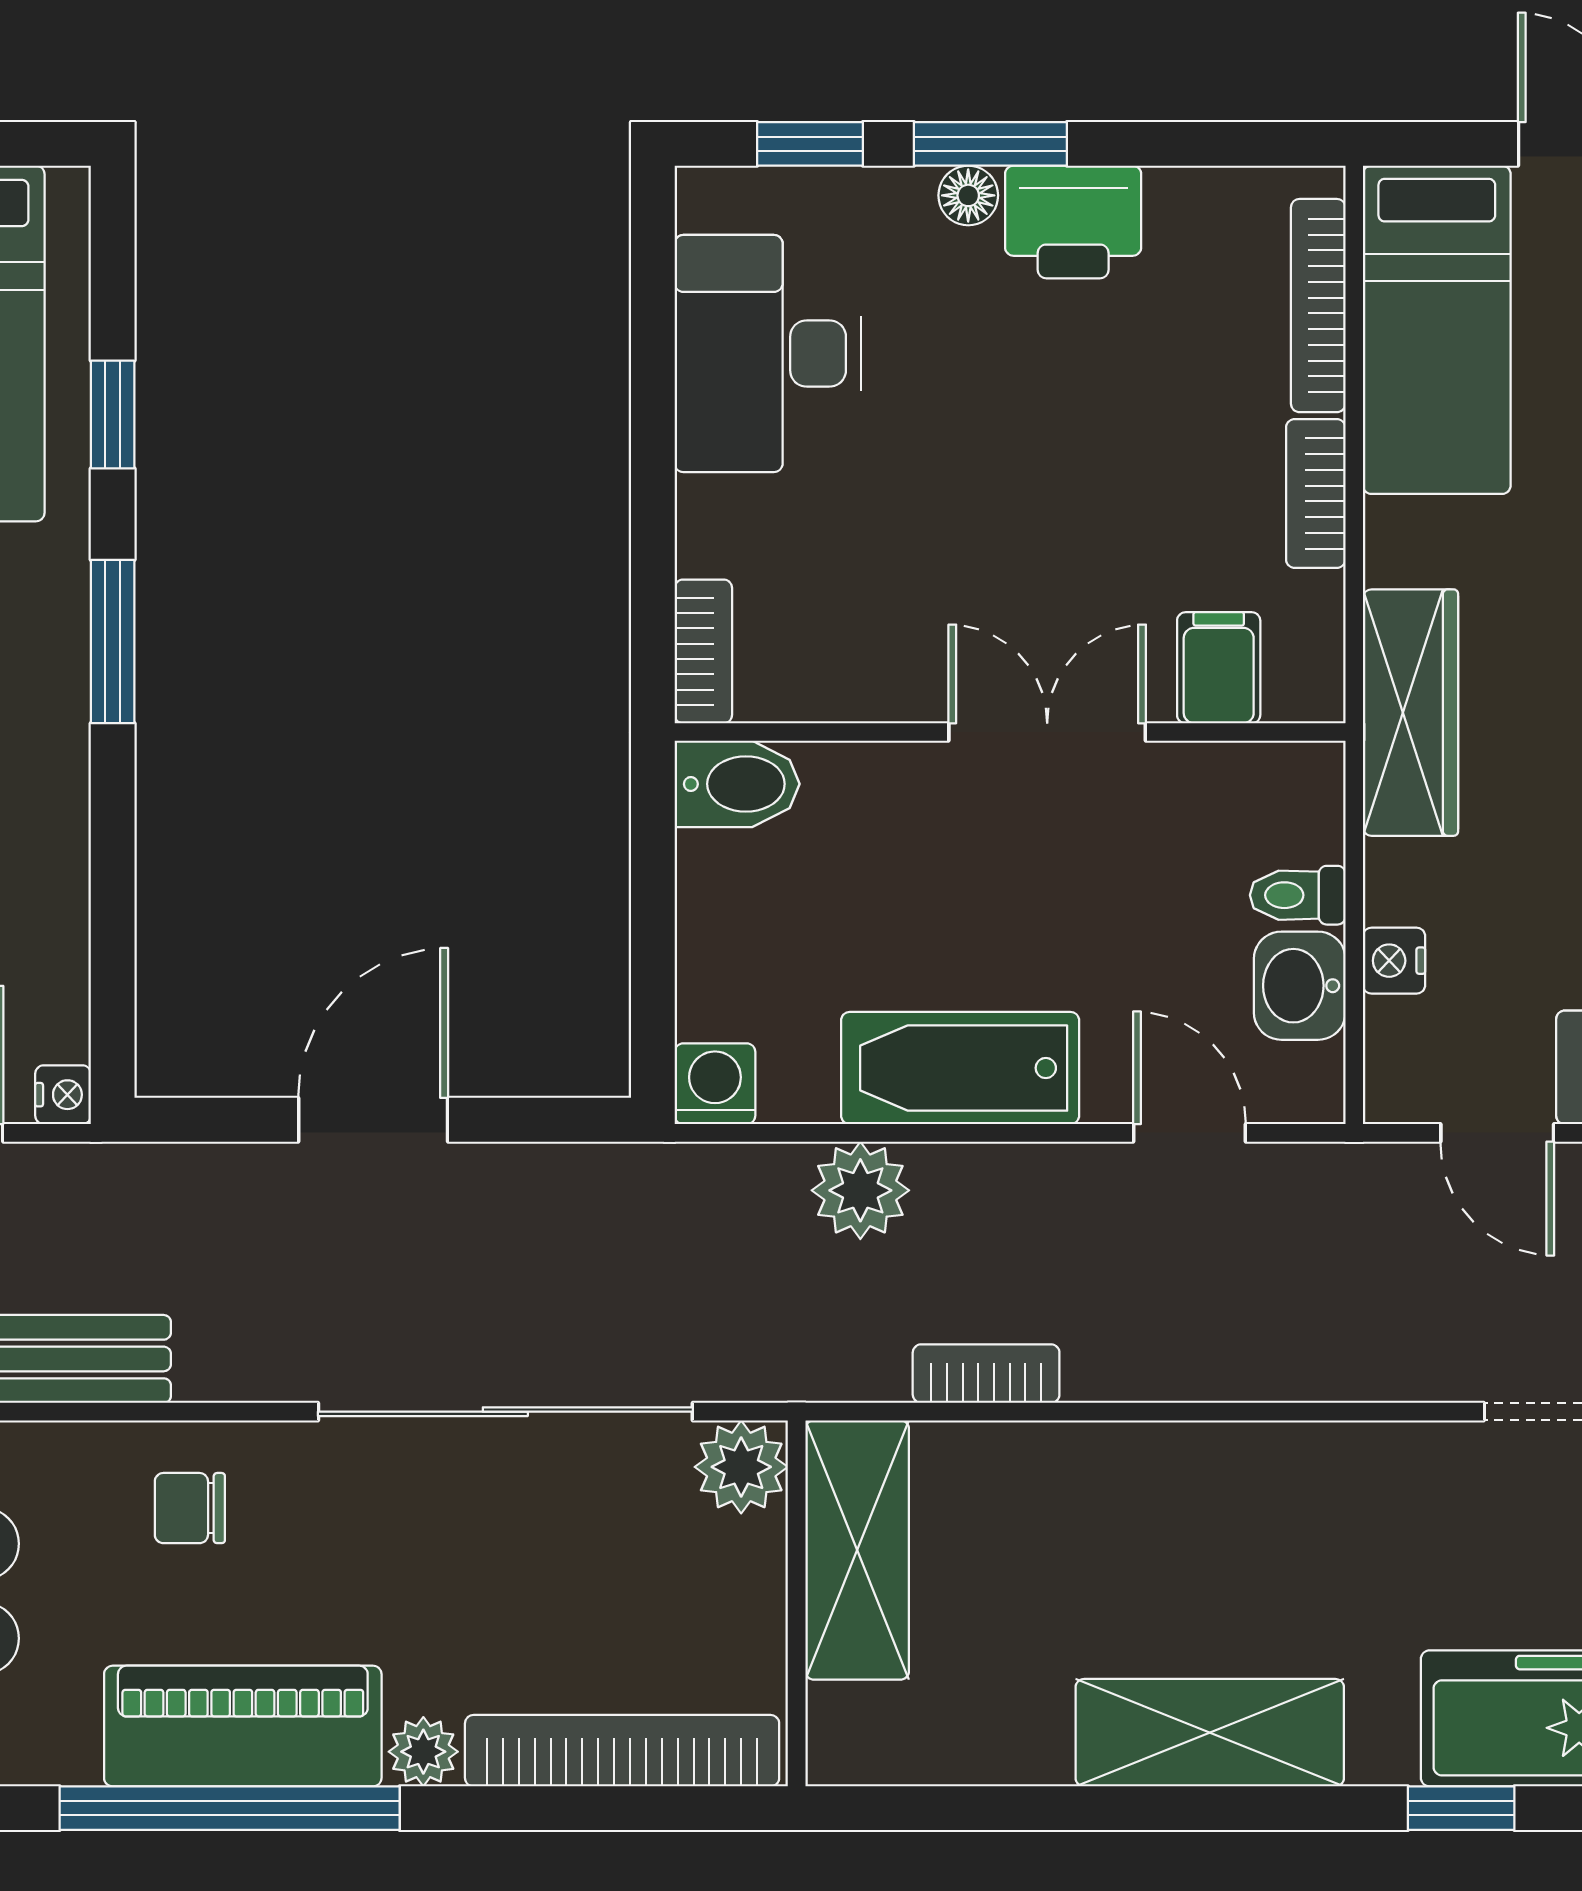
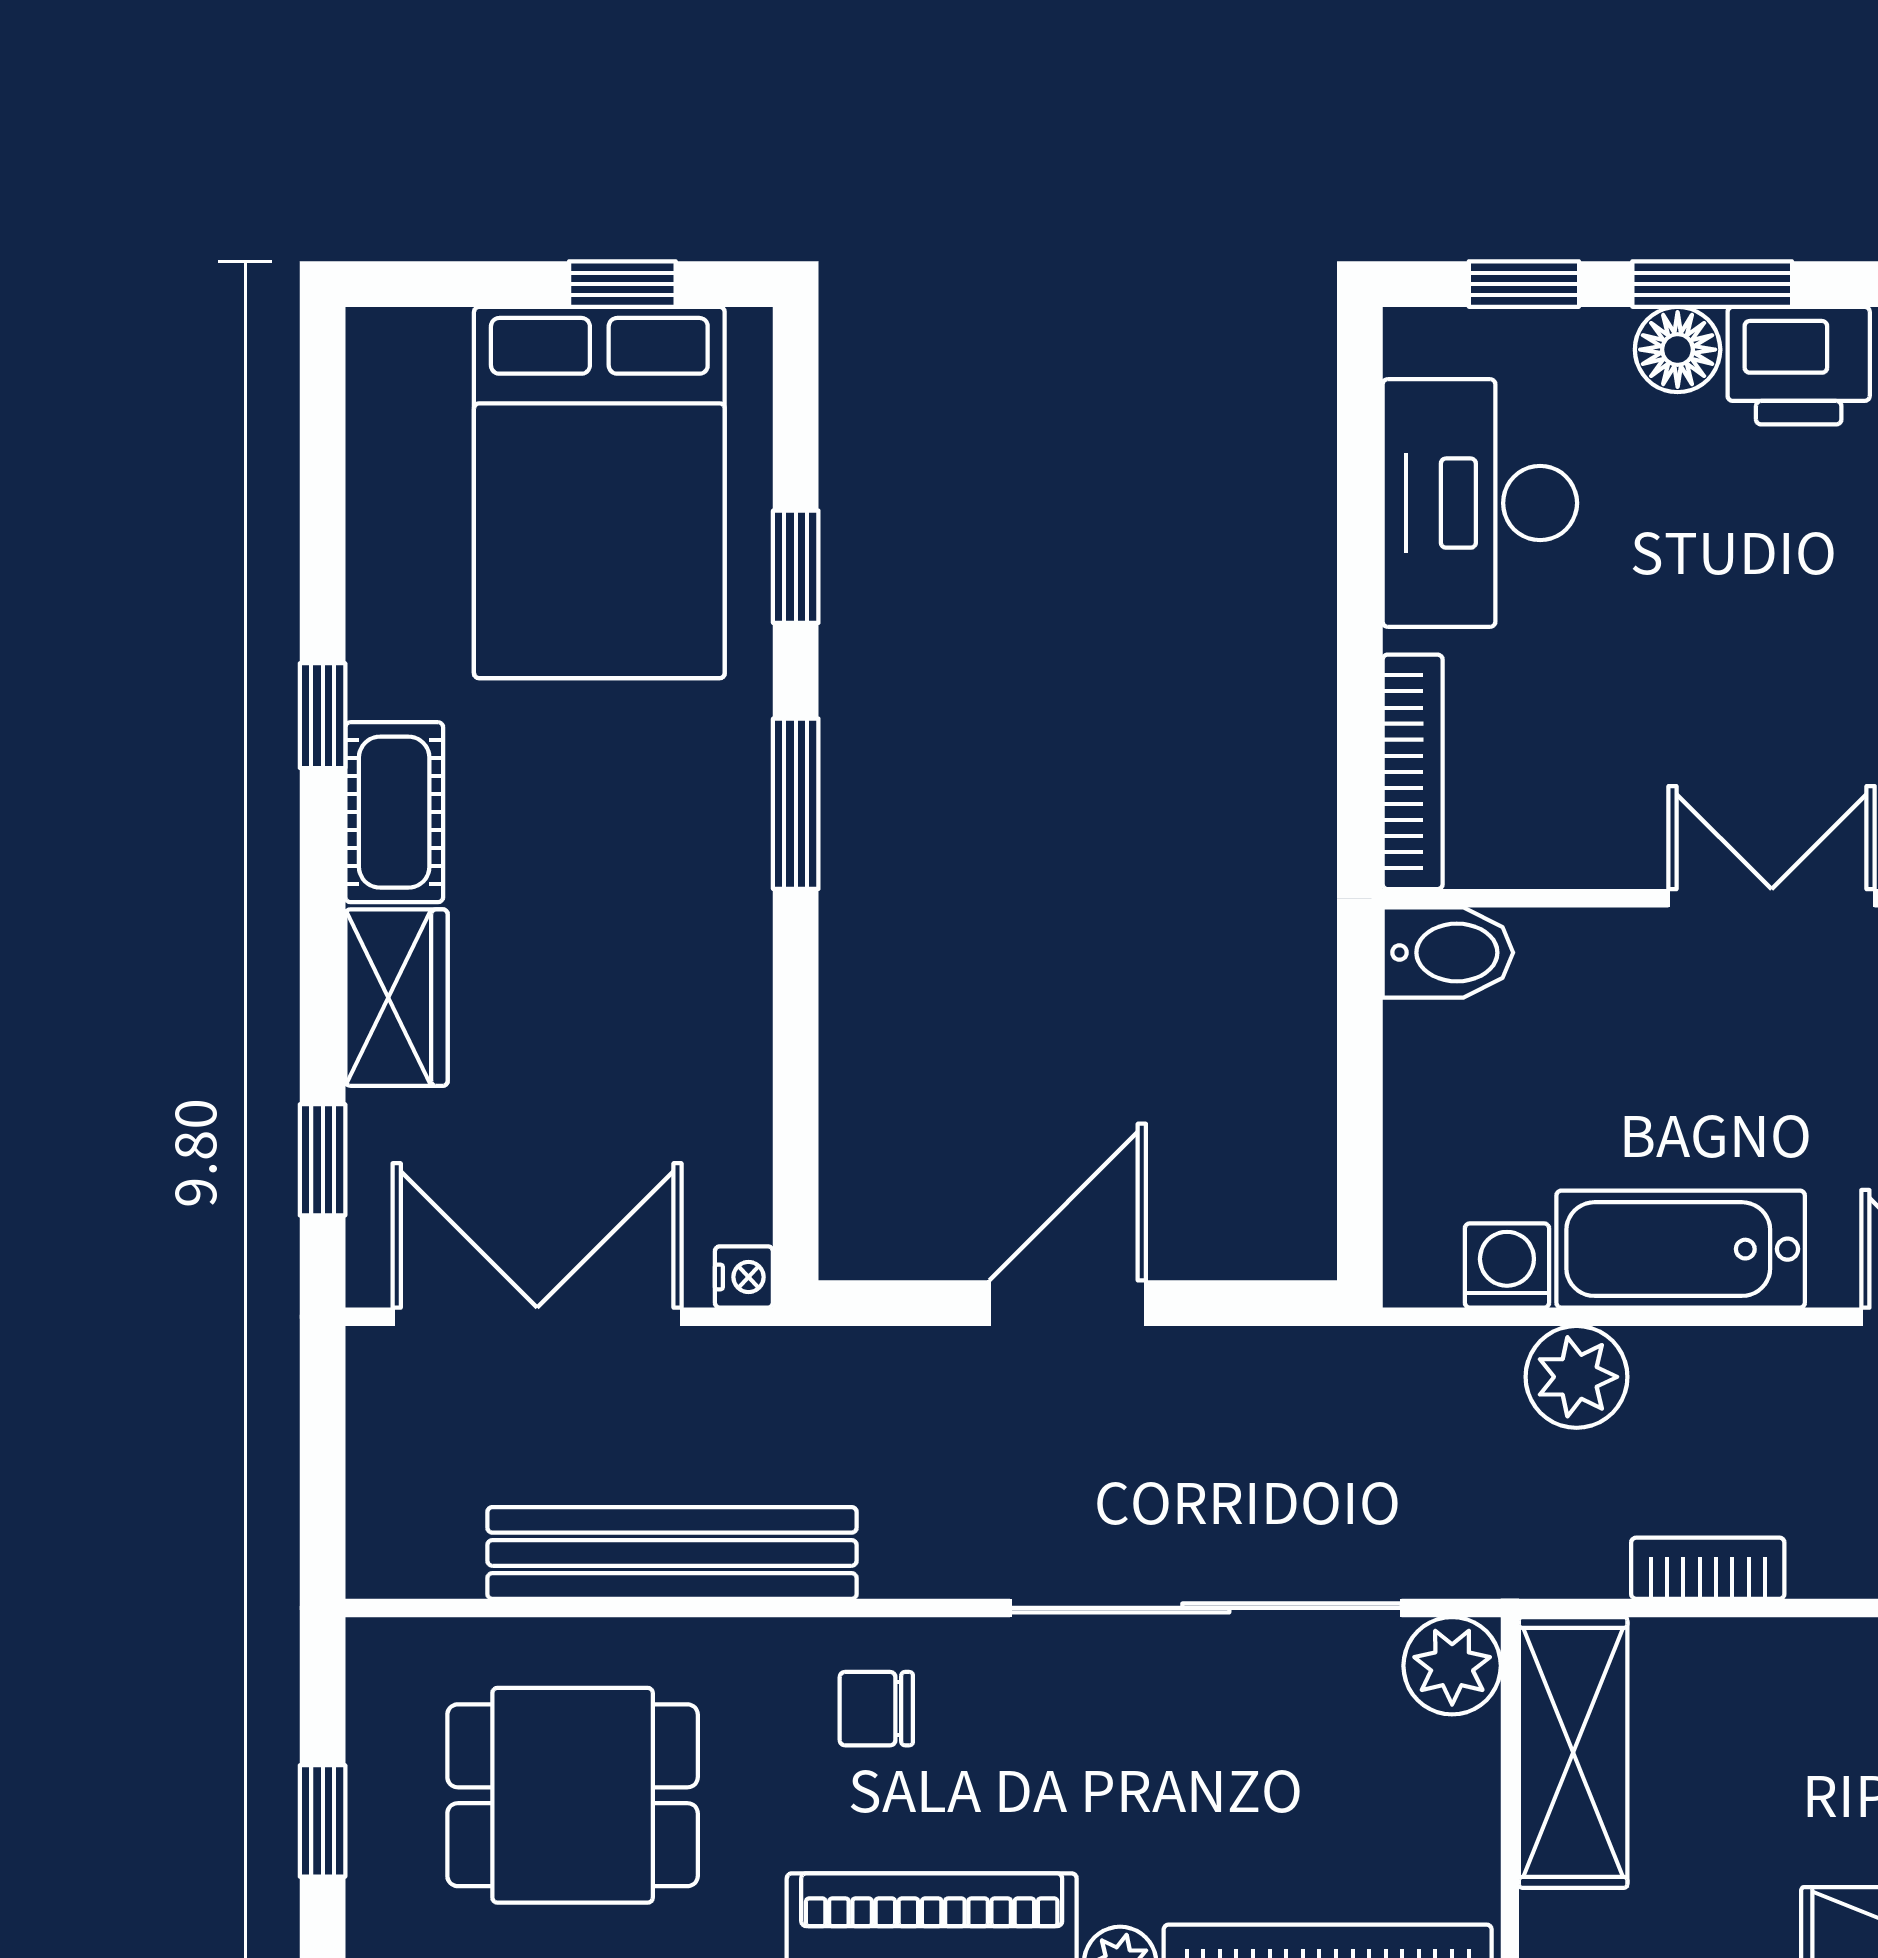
floor lamp: (968, 195) -> (1678, 350), width x1.37, depth x1.37
bookcase: (703, 651) -> (1413, 772), width x1.56
washing machine: (715, 1084) -> (1507, 1266), moved

